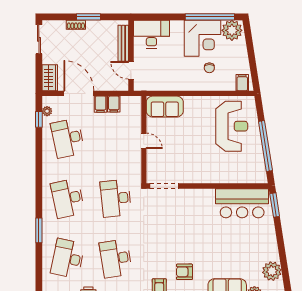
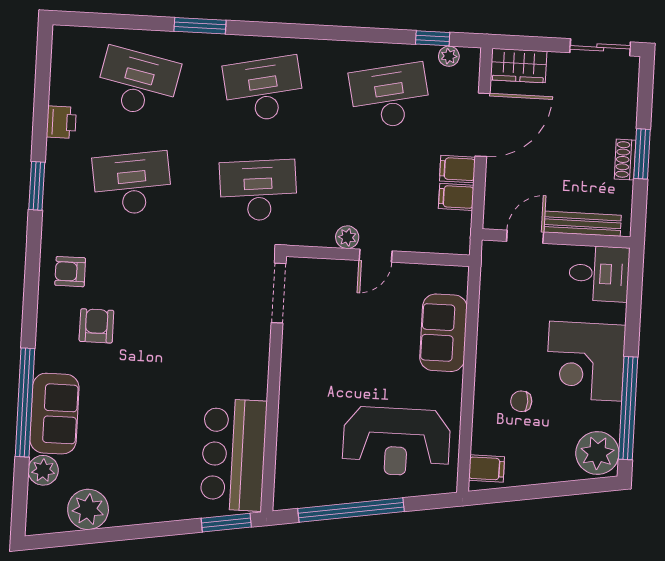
shoe rack: (76, 25) -> (625, 160), moved
desk: (151, 34) -> (599, 274), width x0.73
corner desk: (202, 38) -> (586, 361), moved
sofa: (165, 107) -> (444, 333), moved
plant: (136, 155) -> (347, 237), added

